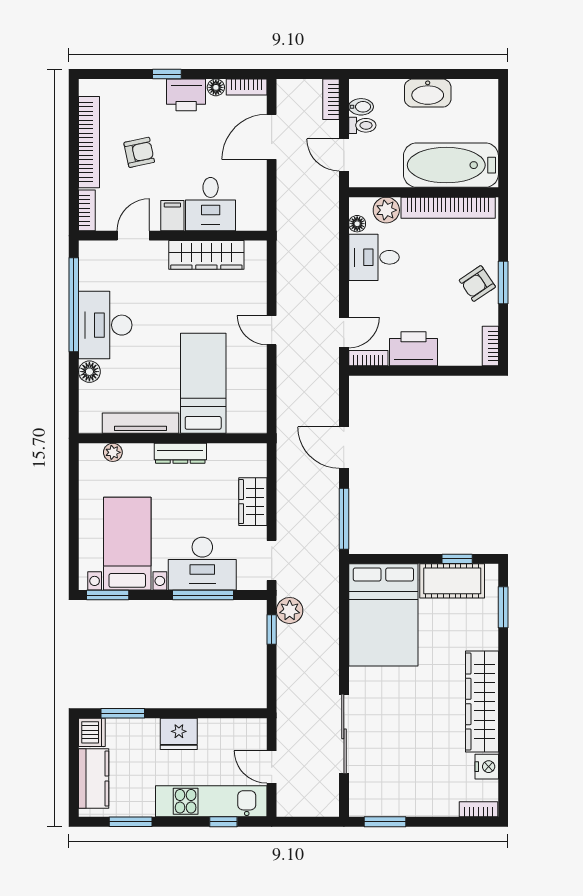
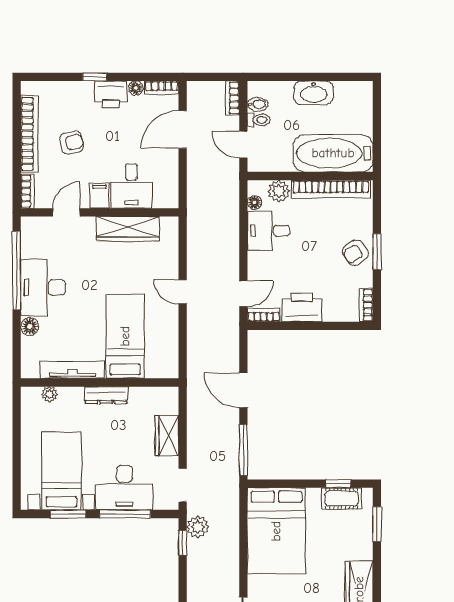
cot: (452, 581) -> (341, 498), width x0.73, depth x0.75
window: (108, 595) -> (68, 514), moved

